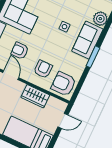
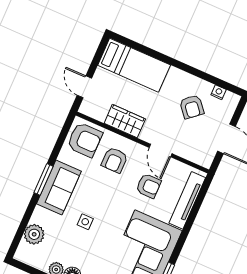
sofa: (87, 40) -> (59, 188), moved
door: (63, 121) -> (84, 87), hinge flipped

